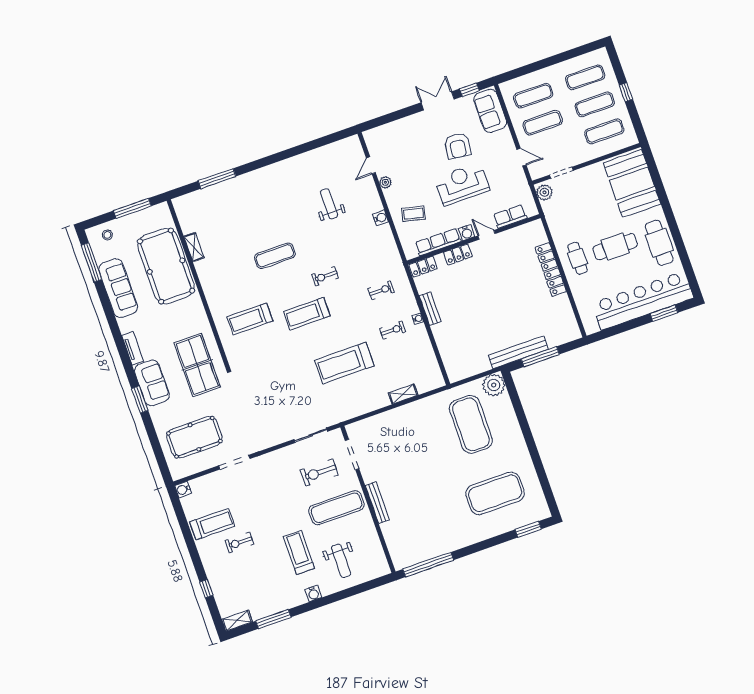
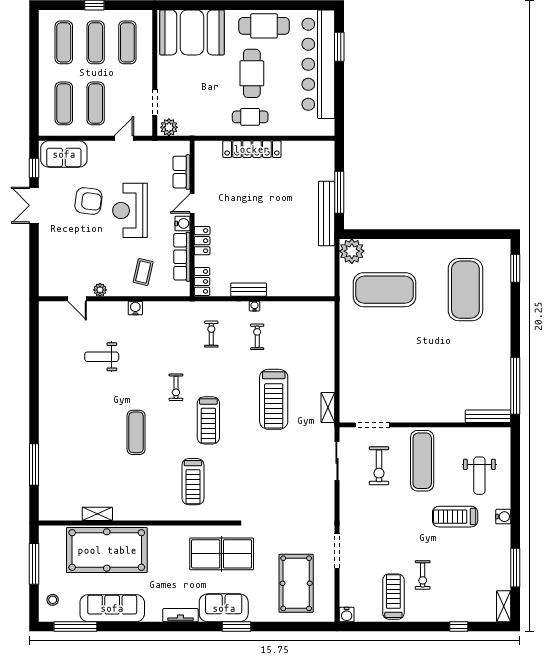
shelving: (403, 394) -> (328, 408), moved
bench: (377, 503) -> (488, 416), moved
weight bench: (341, 561) -> (479, 476), turned 90

